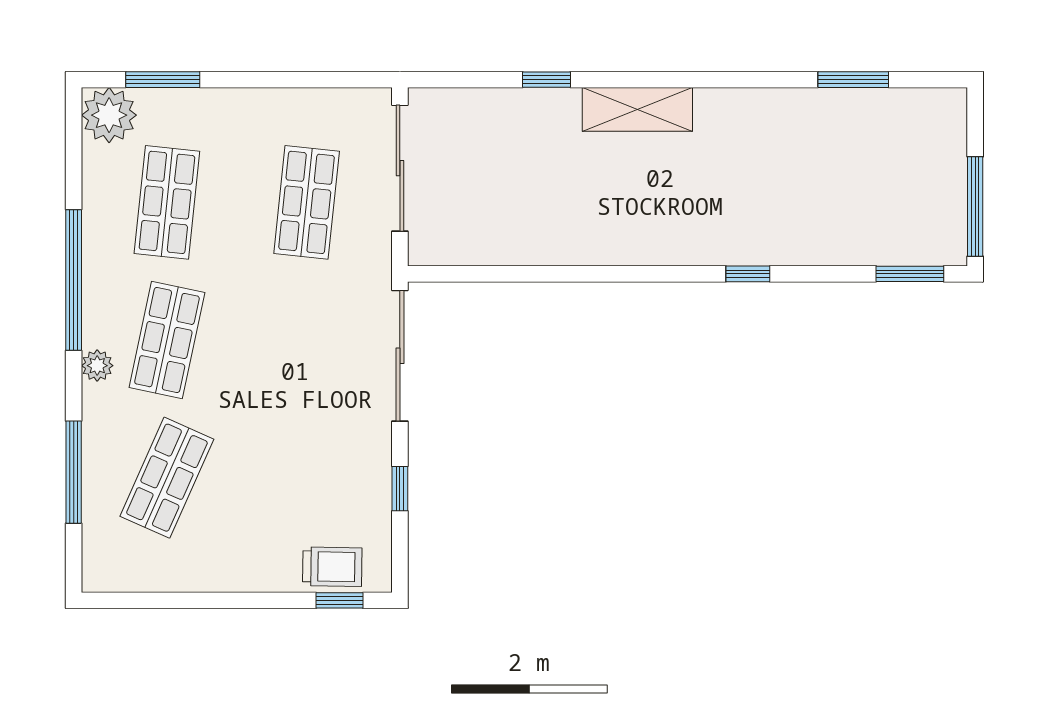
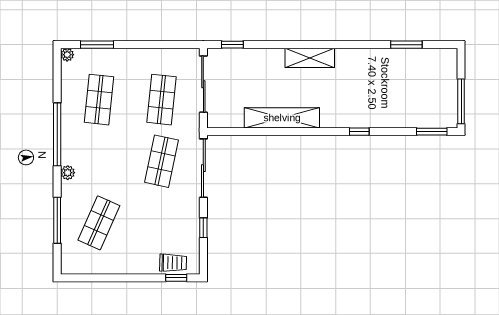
window: (546, 80) -> (232, 45), moved
plant: (109, 115) -> (67, 55), width x0.53, depth x0.53
shelving: (575, 243) -> (282, 118), added
shop shelf: (167, 340) -> (161, 161), moved

